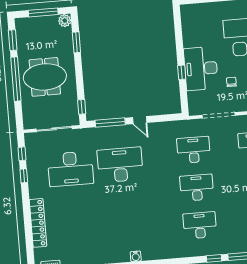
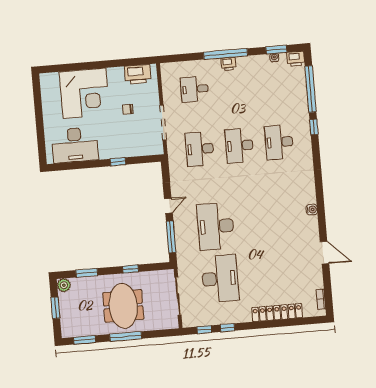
window: (43, 12) -> (55, 308), width x0.69
desk: (201, 69) -> (75, 145), moved
window: (16, 79) -> (126, 336), width x0.68
window: (82, 107) -> (131, 269), moved

